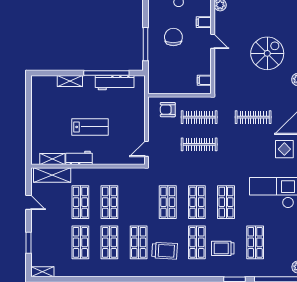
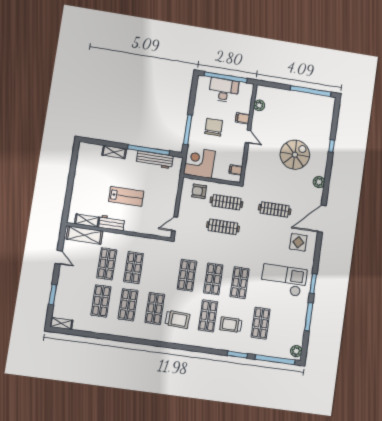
corner desk: (164, 78) -> (199, 163), added

